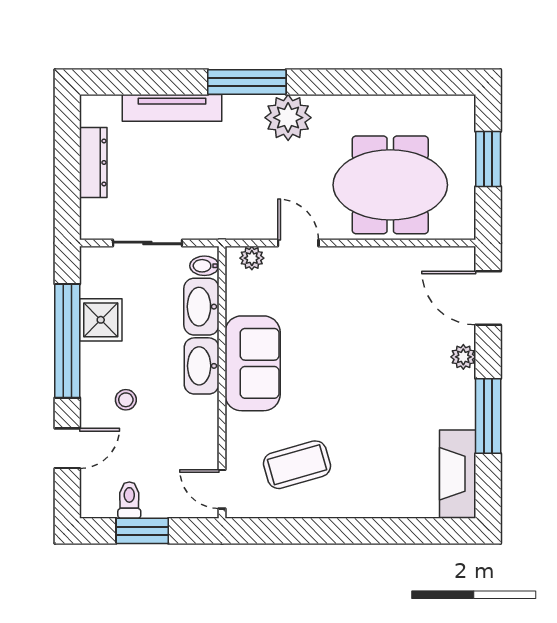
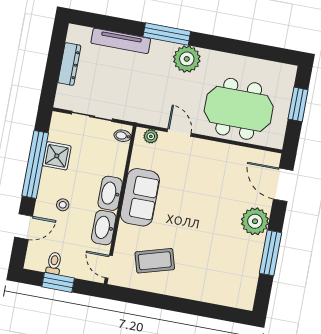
washbasin: (201, 307) -> (104, 228), moved
plant: (463, 357) -> (255, 221), width x1.88, depth x1.88
fireplace: (458, 474) -> (247, 283), removed

